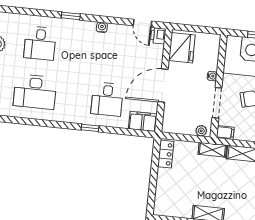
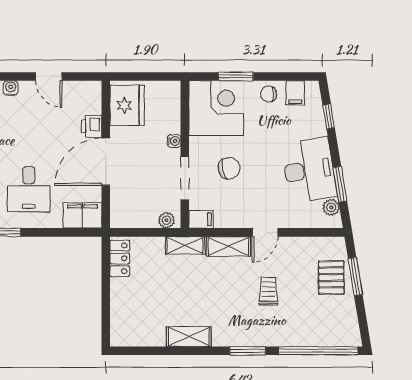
door: (142, 23) -> (49, 77), moved
printer: (158, 36) -> (92, 126), moved

